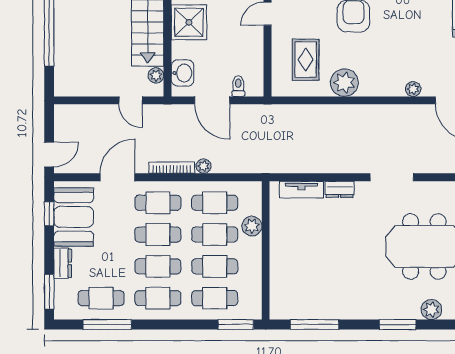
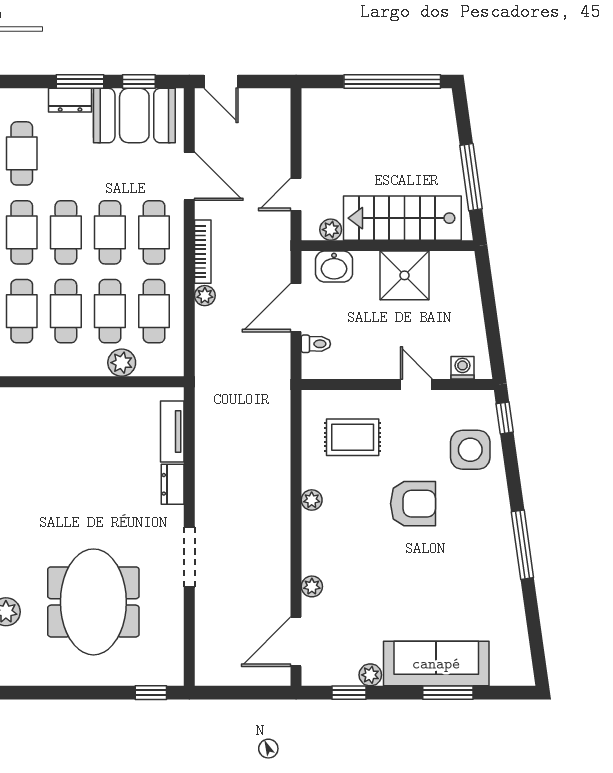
plant: (344, 83) -> (312, 500), width x0.53, depth x0.53
window: (49, 292) -> (80, 82), moved

